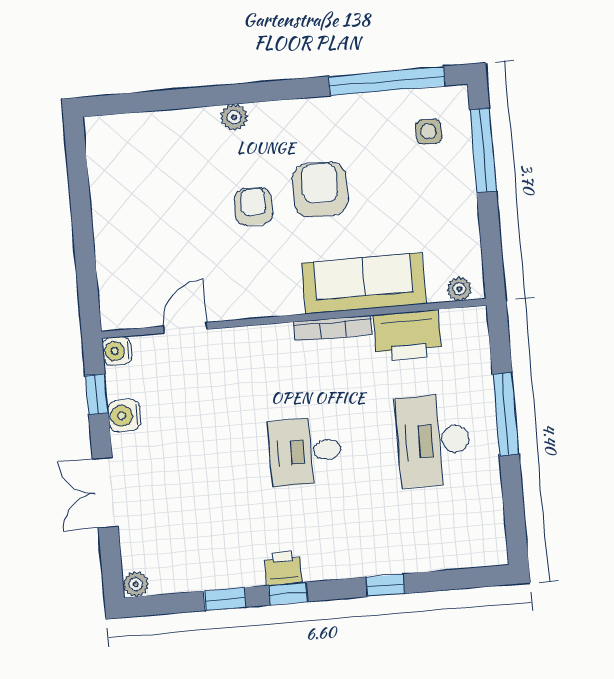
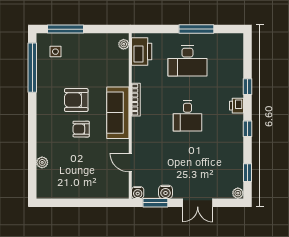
plant: (234, 117) -> (42, 162), moved
sofa: (364, 283) -> (118, 113), moved
printer: (408, 335) -> (142, 52), moved
window: (97, 394) -> (155, 203), width x1.50
window: (506, 414) -> (196, 29), moved
printer: (283, 568) -> (236, 106), moved
window: (225, 599) -> (247, 173), moved

